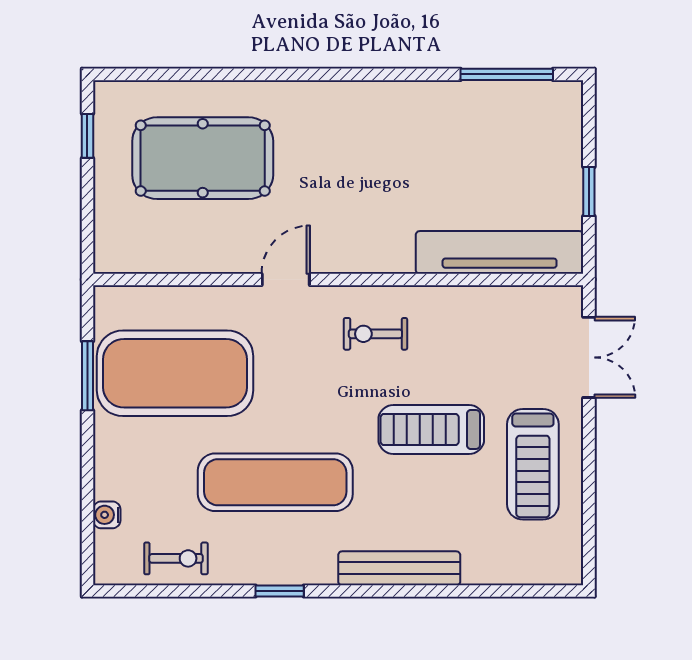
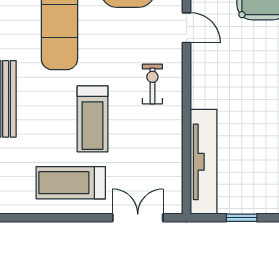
double door: (589, 357) -> (138, 218), swing flipped
treadmill: (431, 429) -> (93, 119), turned 180

